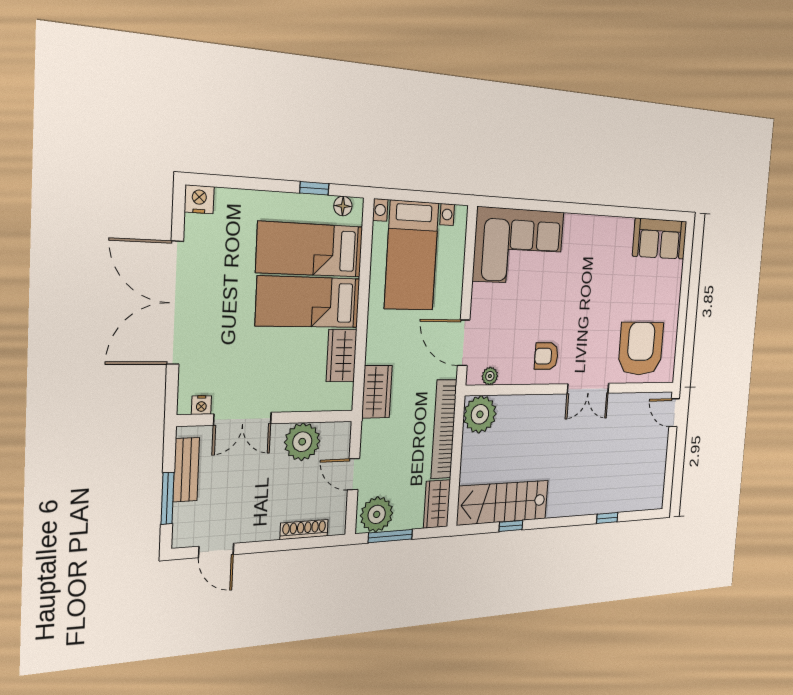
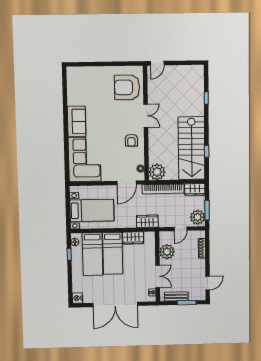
sofa: (660, 239) -> (77, 121), moved
stairs: (503, 503) -> (191, 148), width x1.36, depth x1.51

